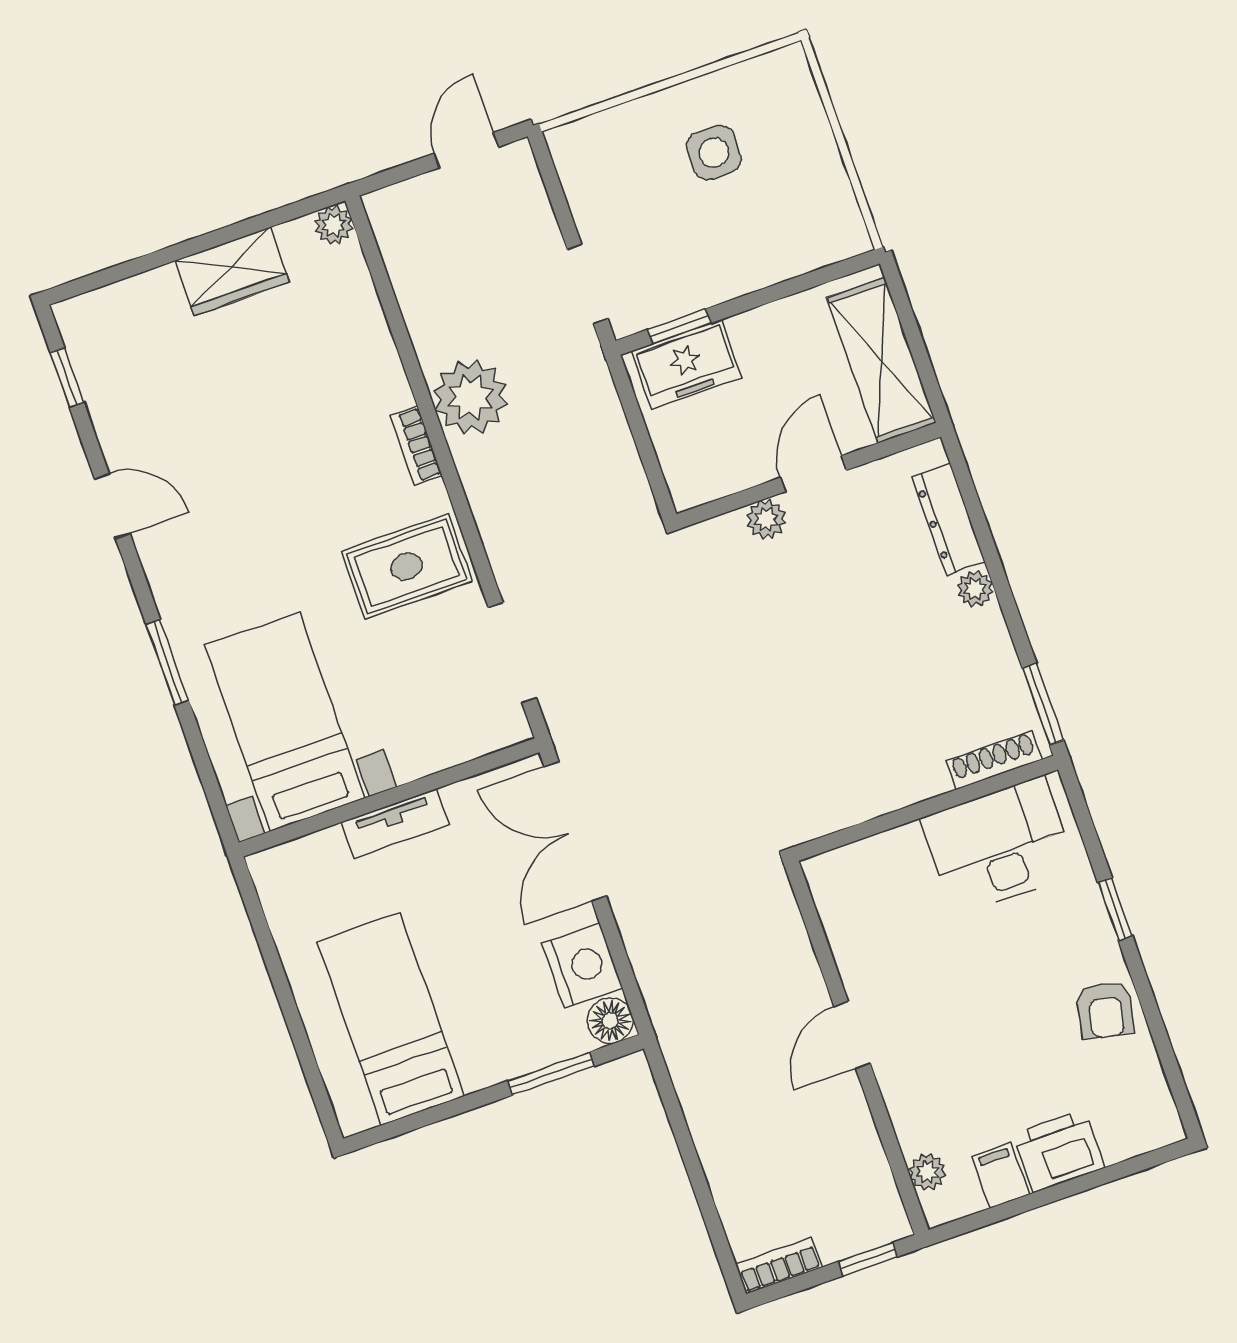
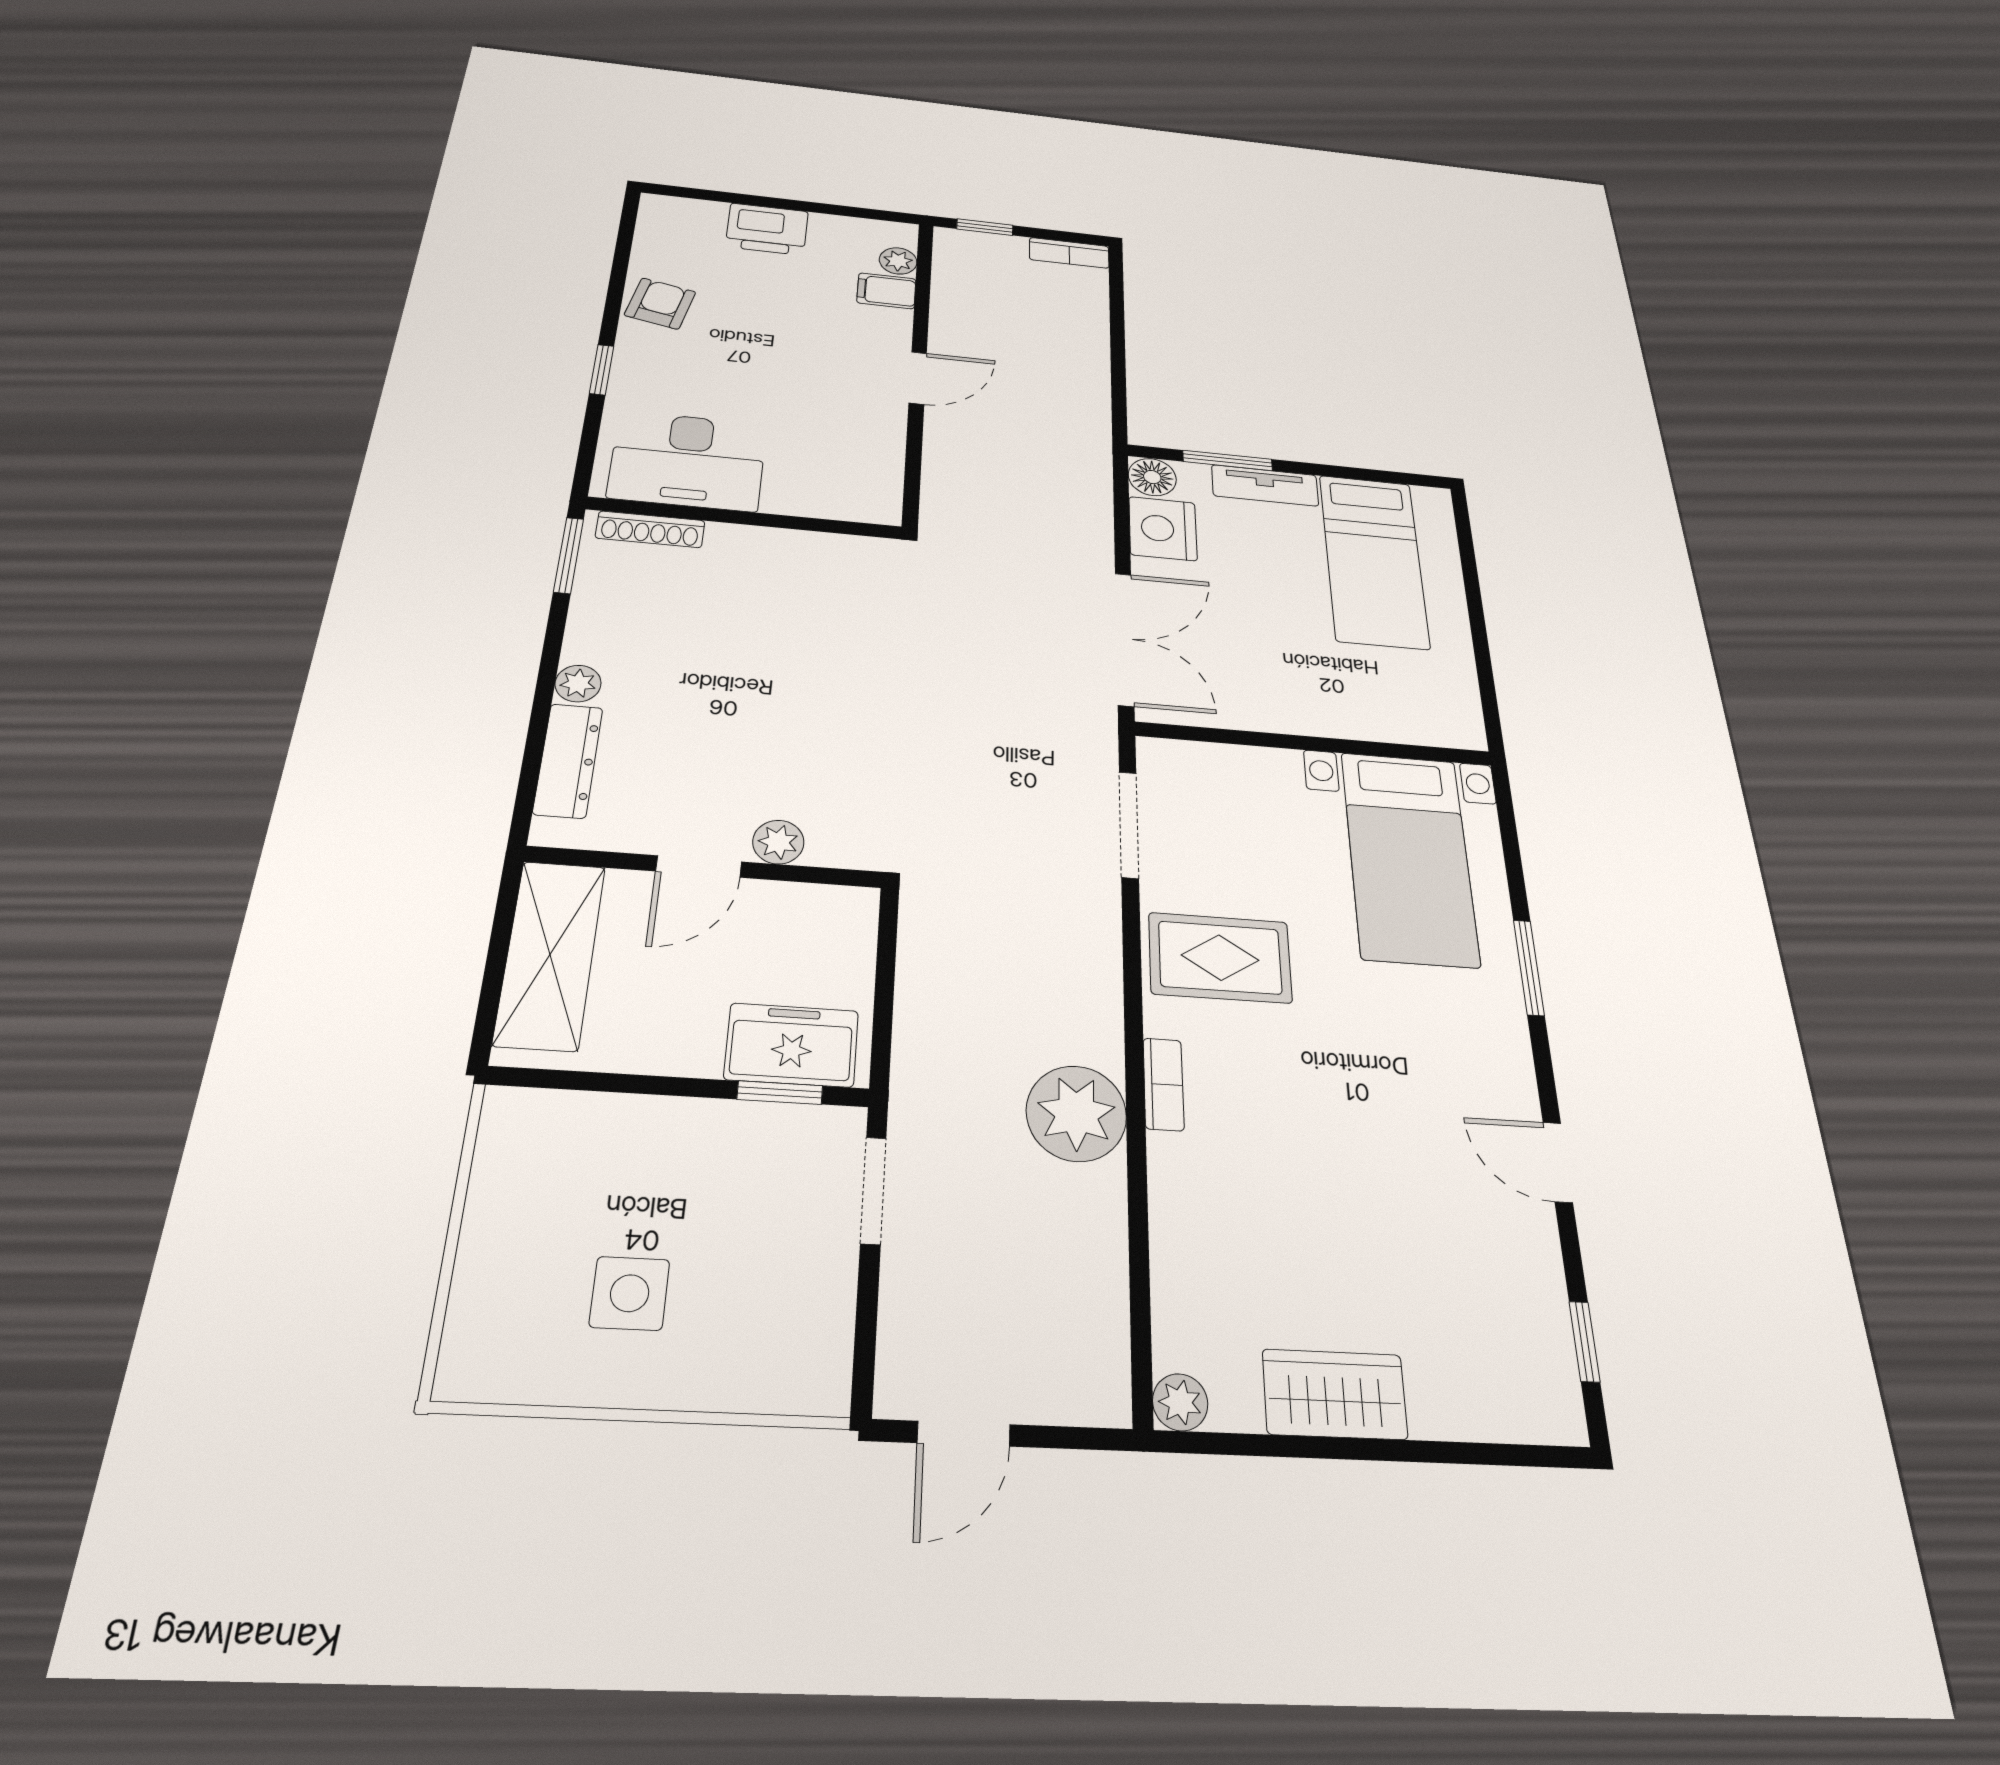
tv unit: (395, 823) -> (1265, 485), moved, turned 180
filing cabinet: (1000, 1175) -> (886, 291), moved, turned 90

